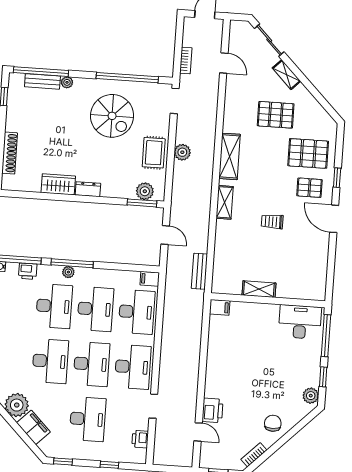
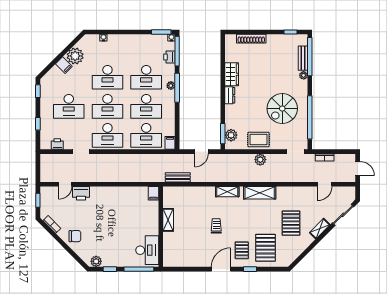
filing cabinet: (33, 427) -> (64, 65), width x0.50

